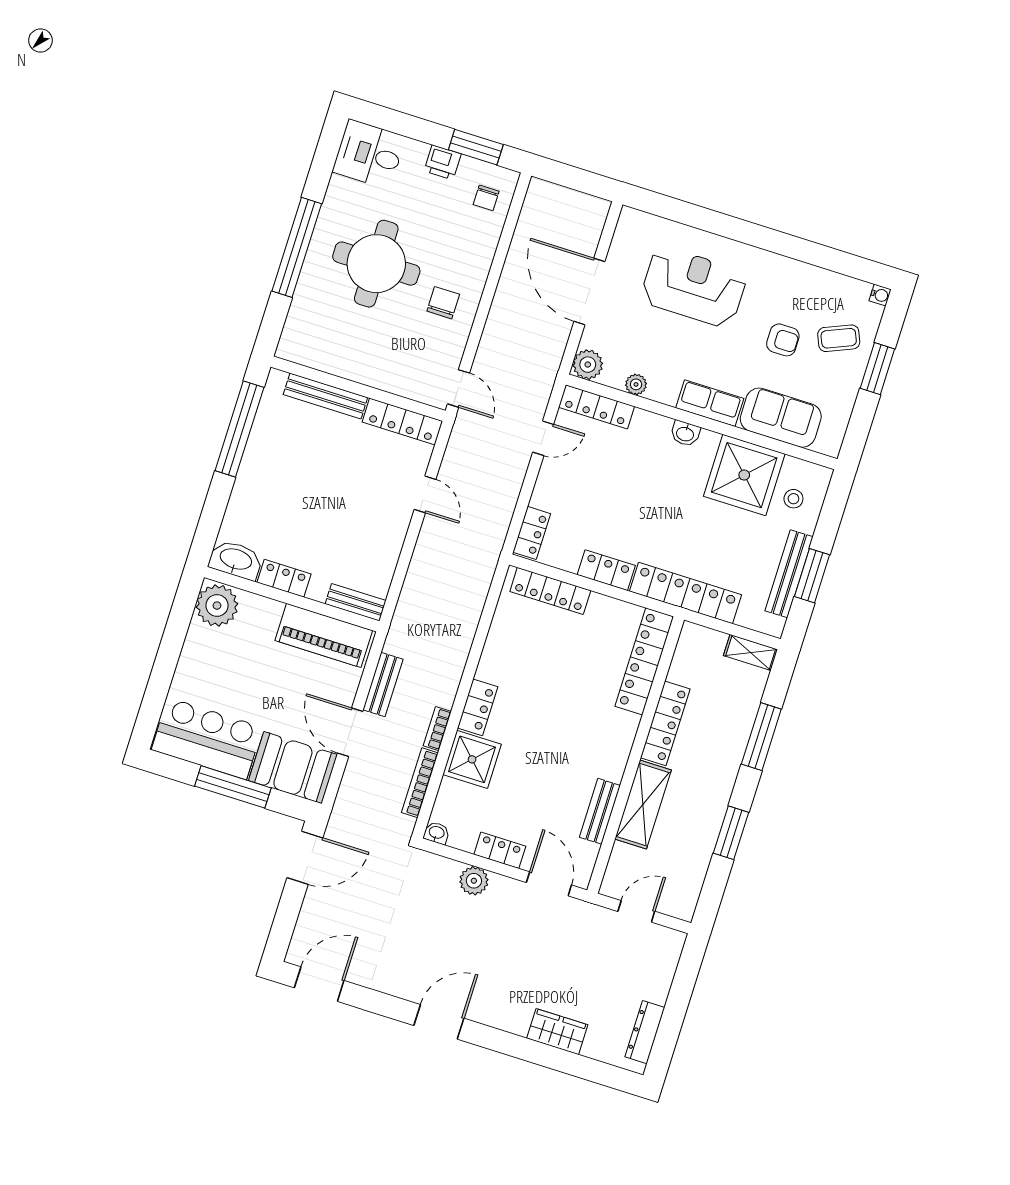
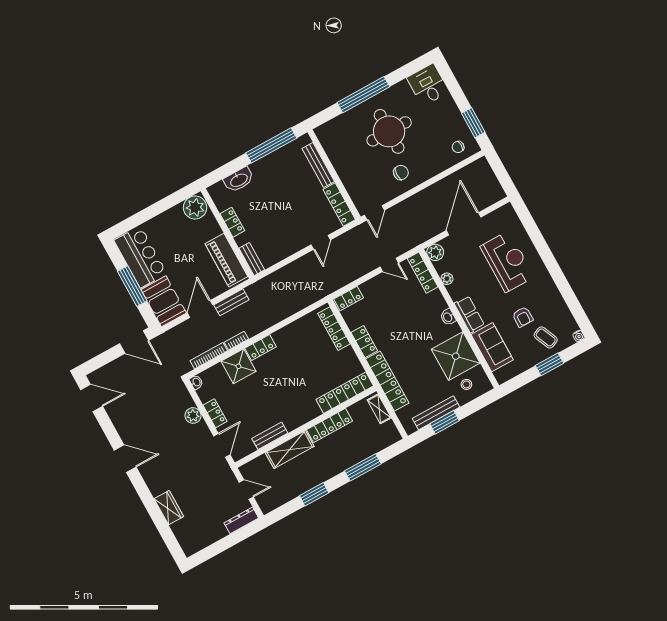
printer: (443, 162) -> (454, 116), removed
washbasin: (236, 560) -> (239, 180), moved, turned 90
shelving: (751, 652) -> (379, 409), moved
dresser: (645, 1032) -> (241, 520), moved

